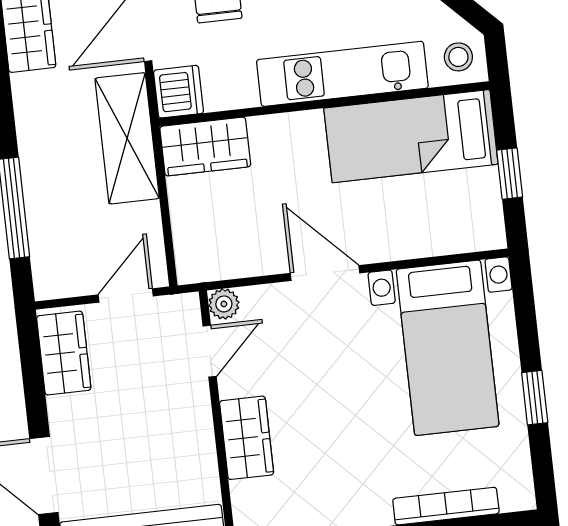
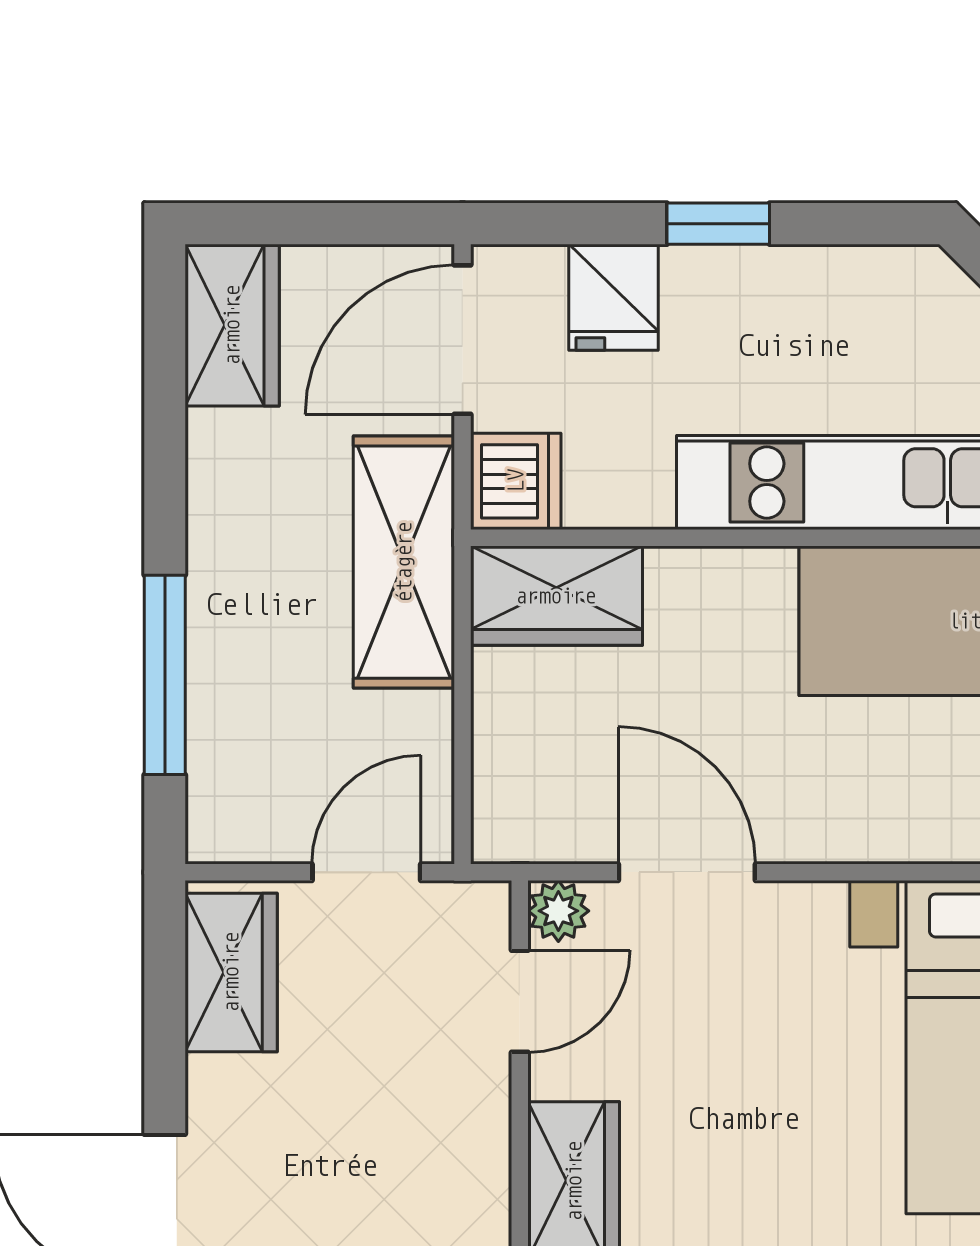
door: (325, 273) -> (687, 872), moved

